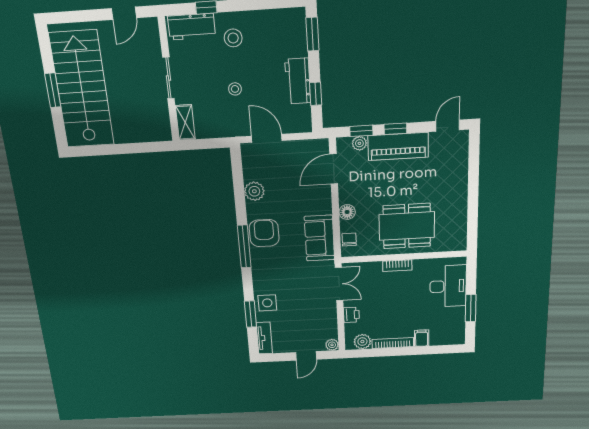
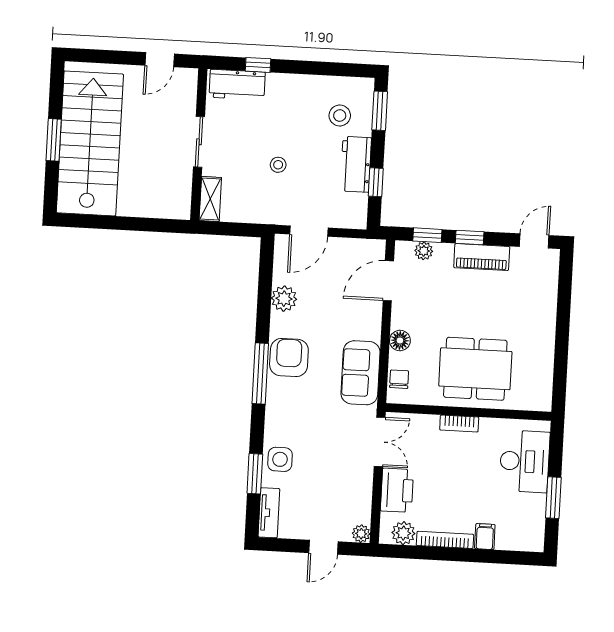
stool: (233, 38) -> (340, 115), moved
door: (267, 138) -> (309, 231), swing flipped
piano: (398, 146) -> (482, 257), width x0.73, depth x0.75
printer: (351, 315) -> (397, 490), width x1.87, depth x1.48

